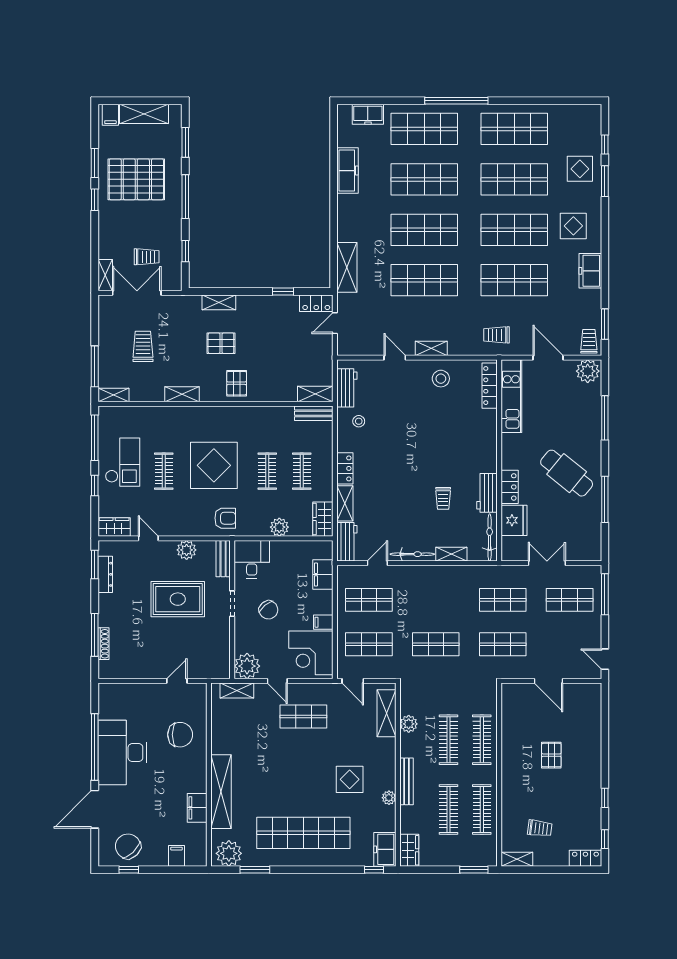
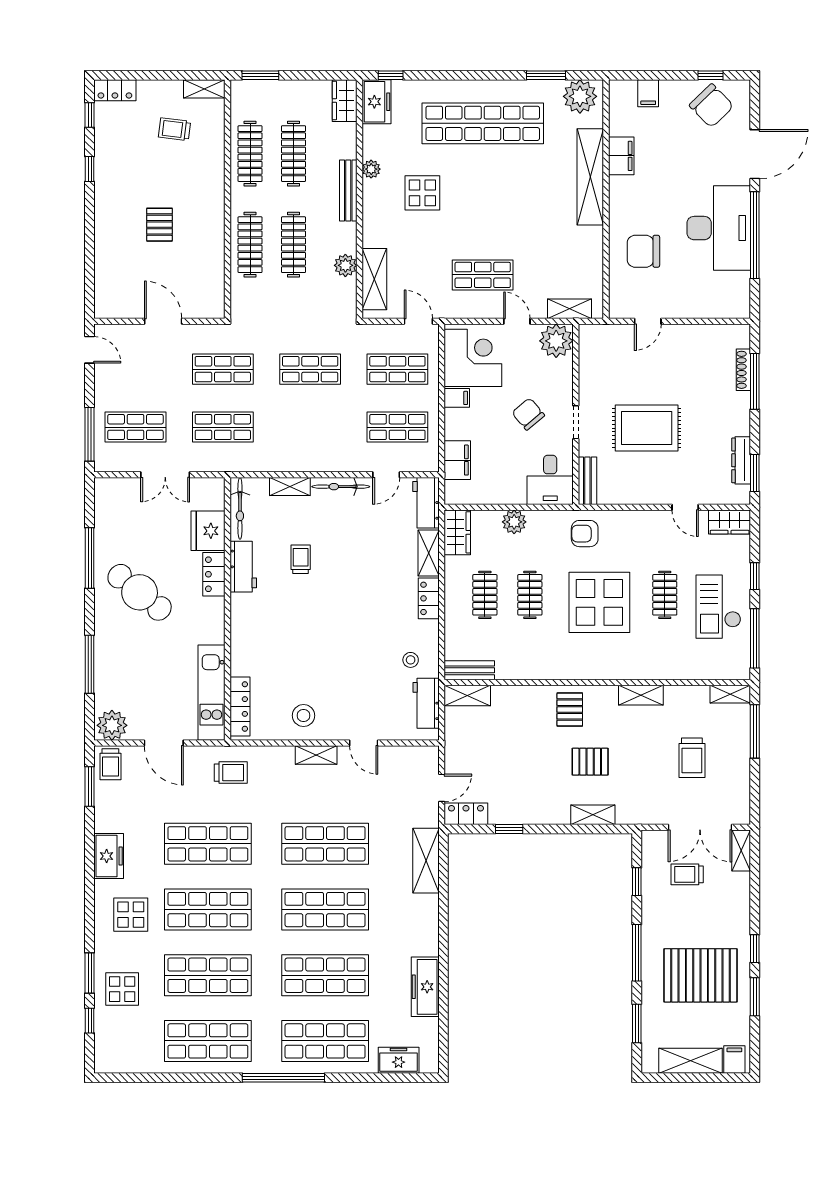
plant: (187, 550) -> (635, 492), removed

